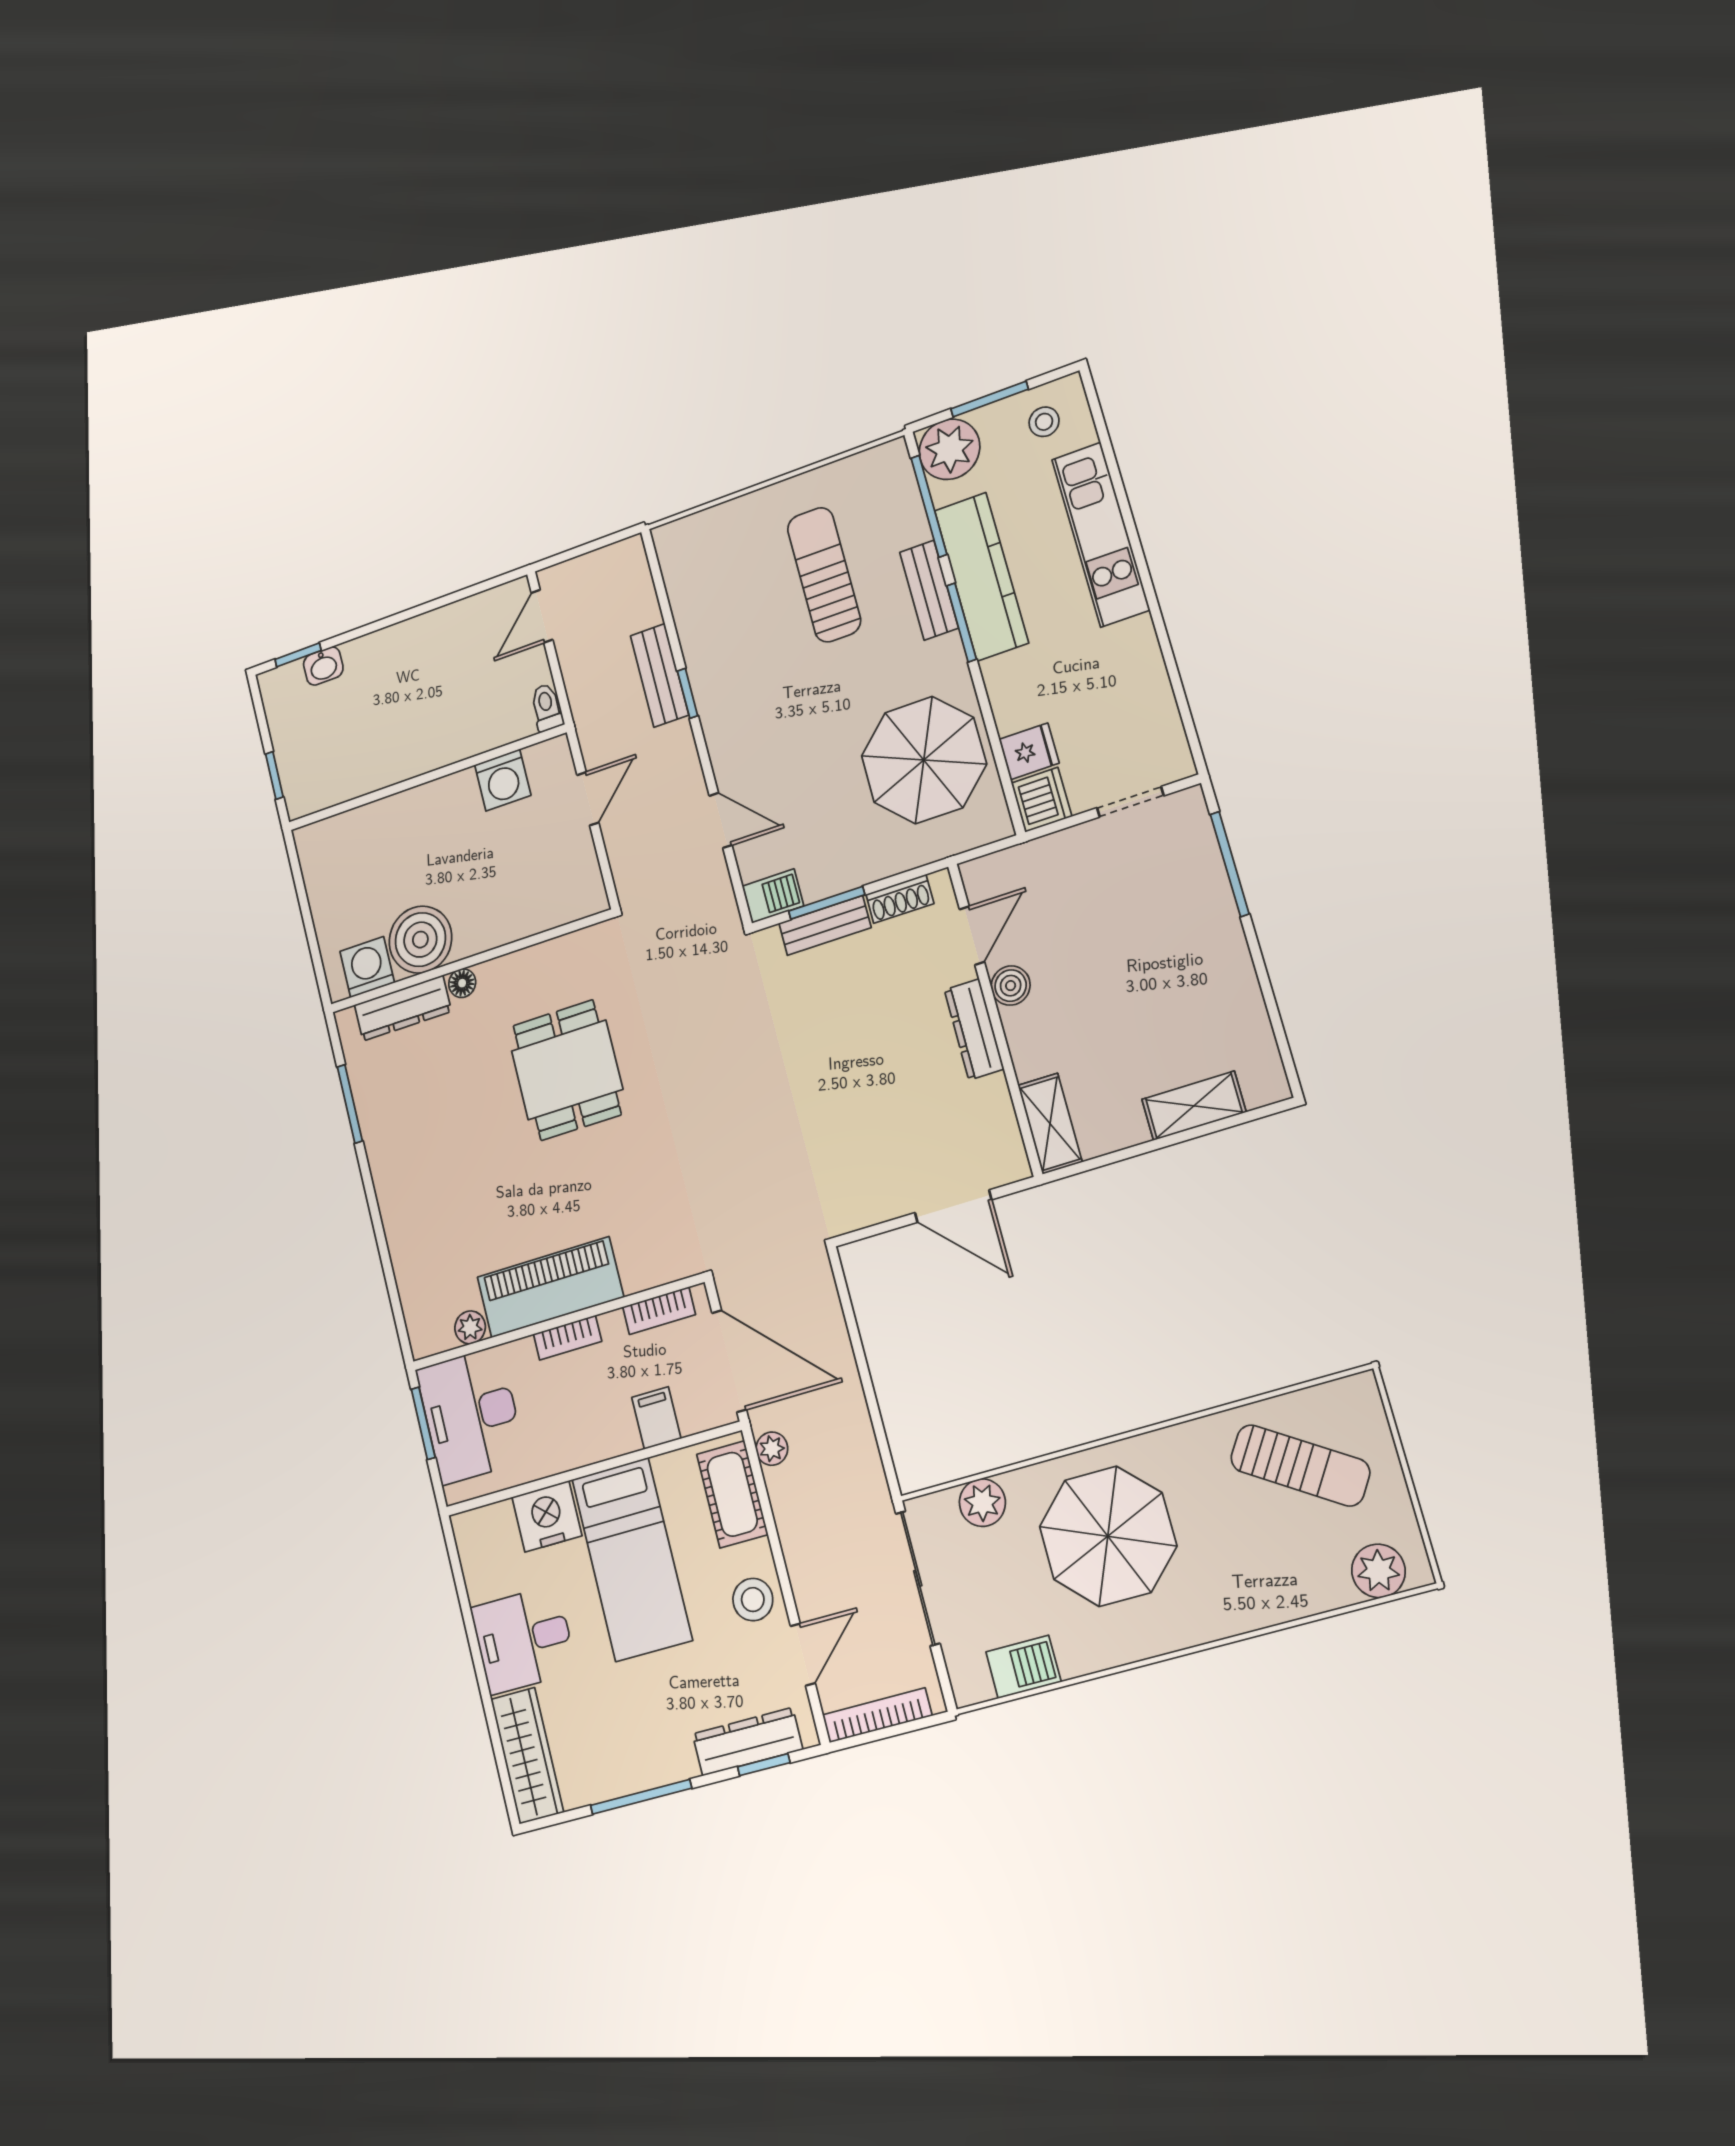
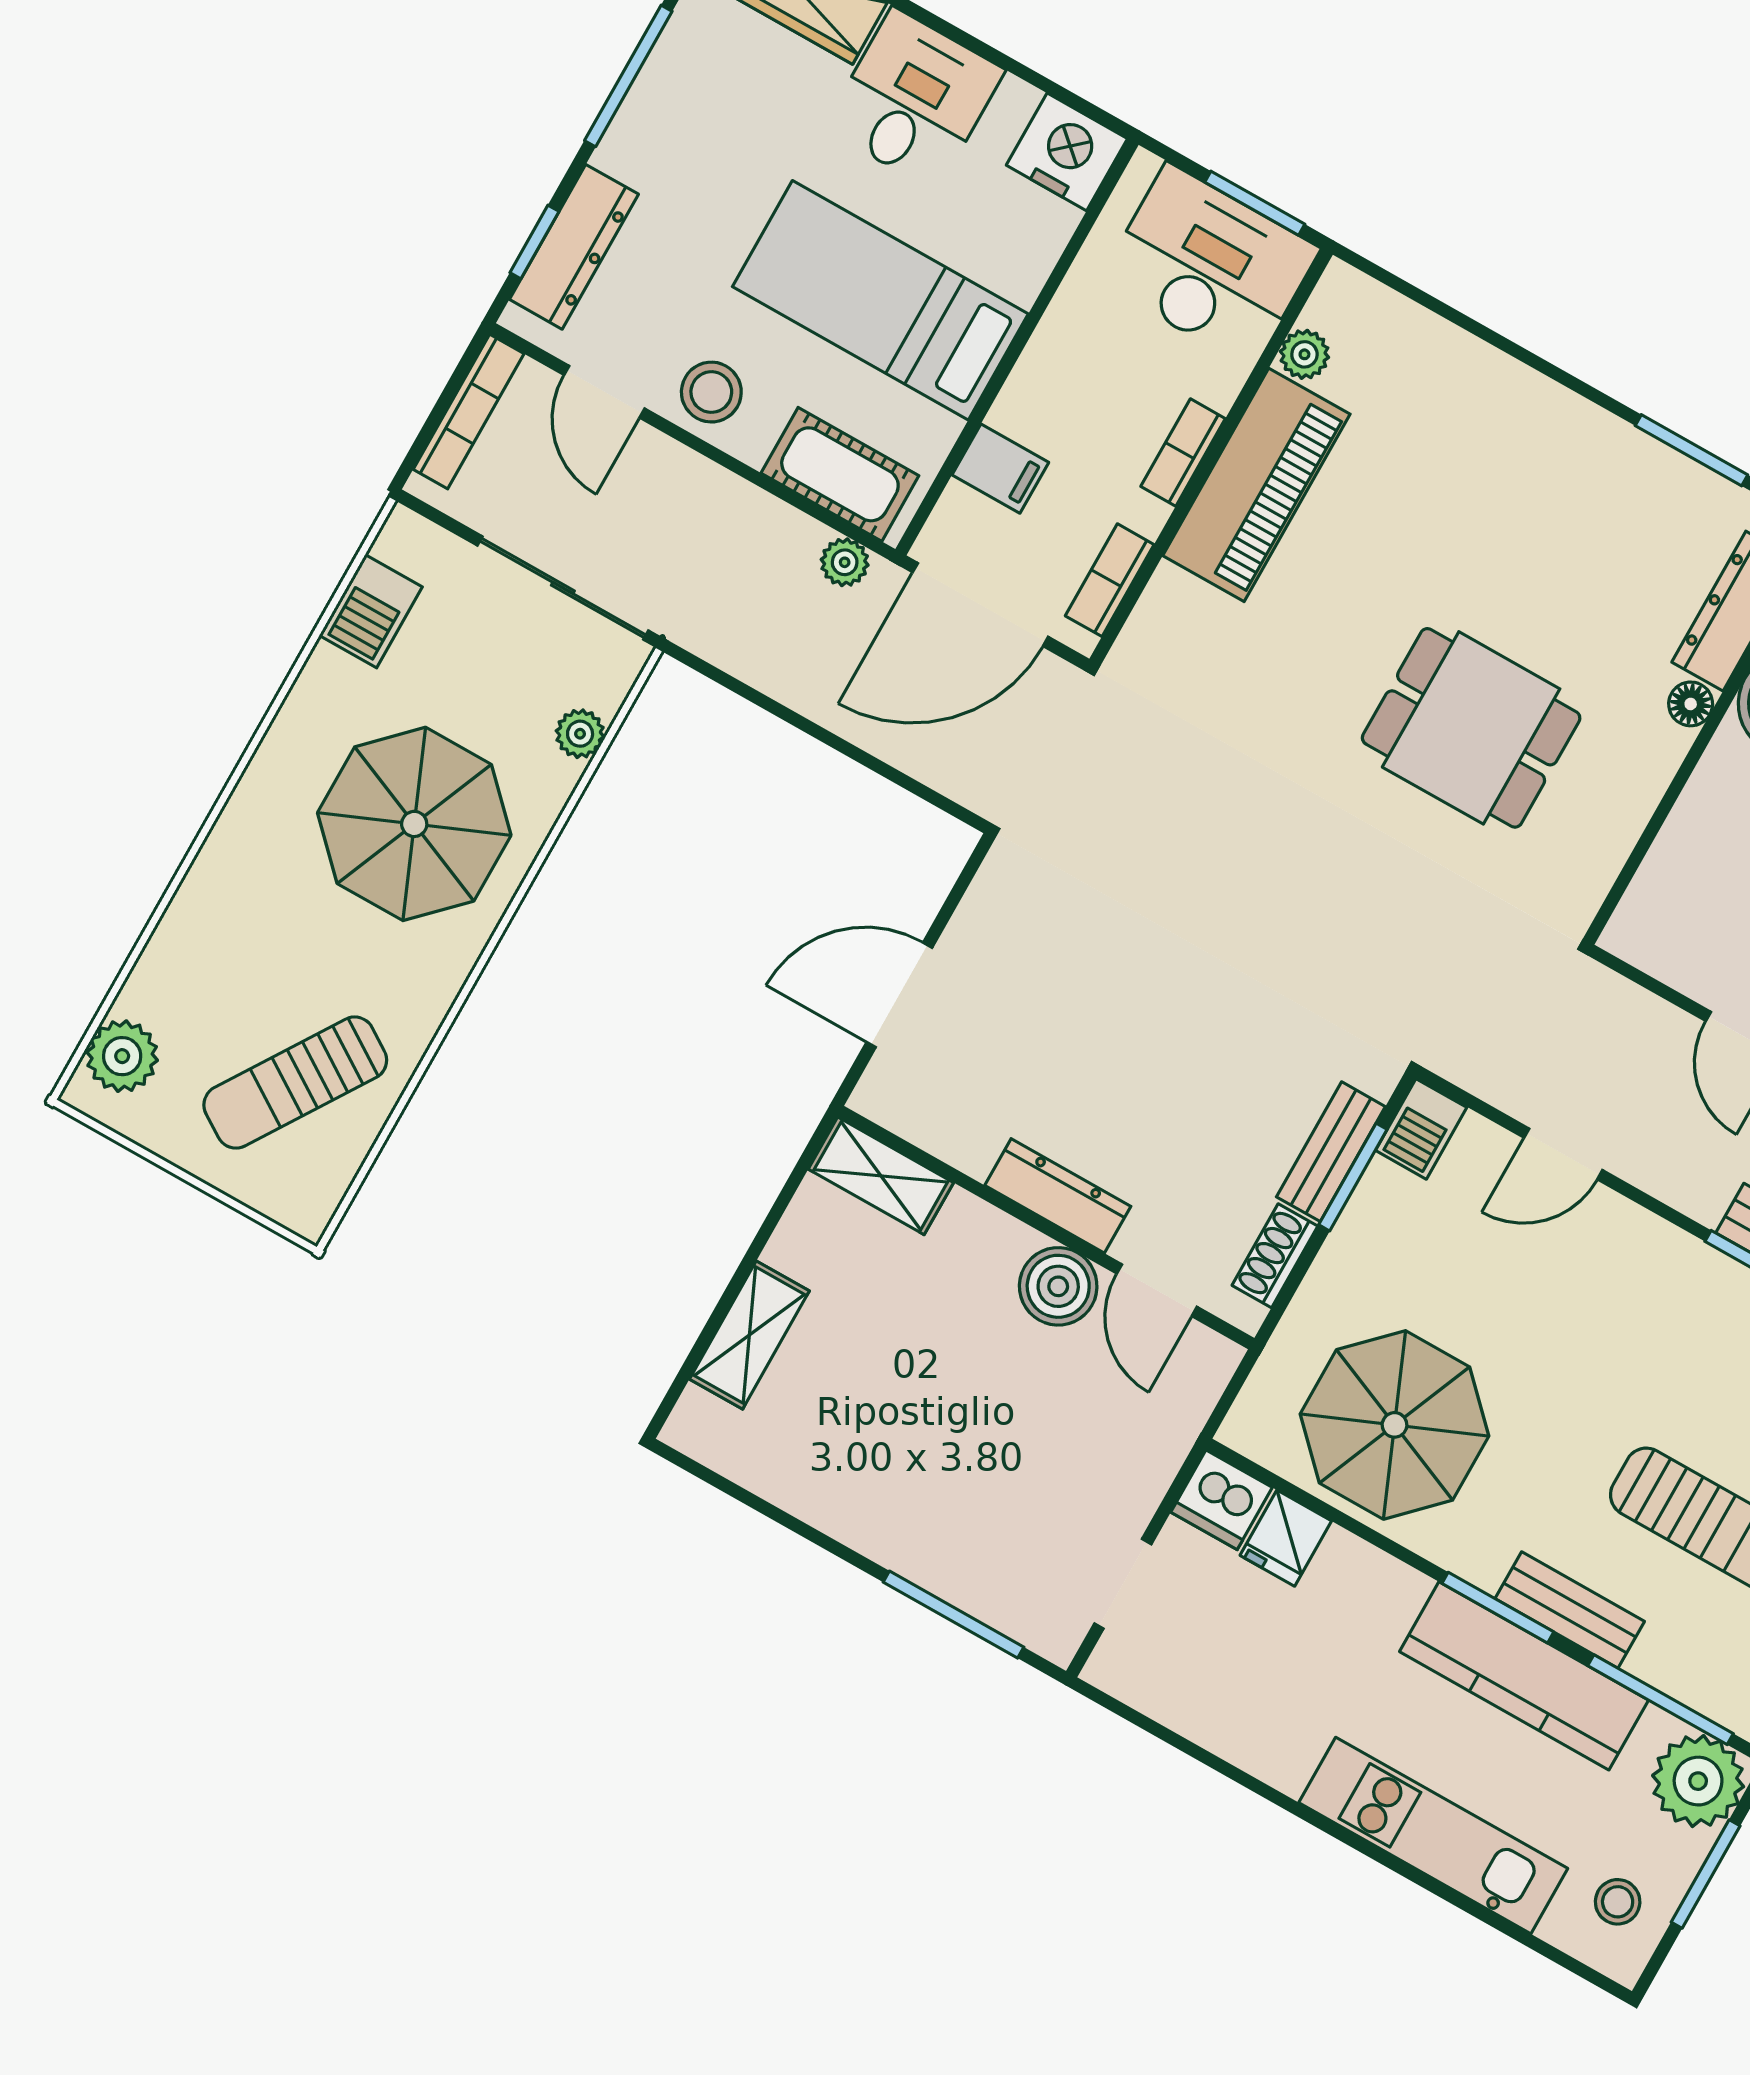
boiler: (1011, 986) -> (1058, 1286), width x1.36, depth x1.36
plant: (982, 1503) -> (580, 734), width x0.73, depth x0.73
nightstand: (547, 1516) -> (1067, 152), moved, turned -90

